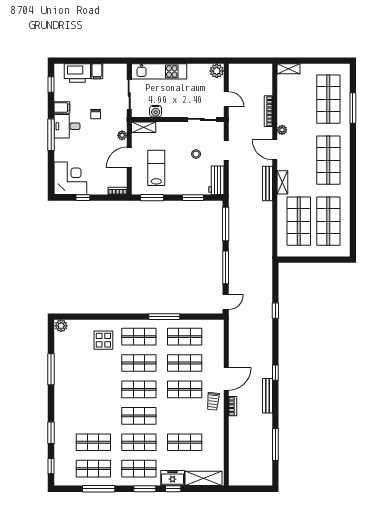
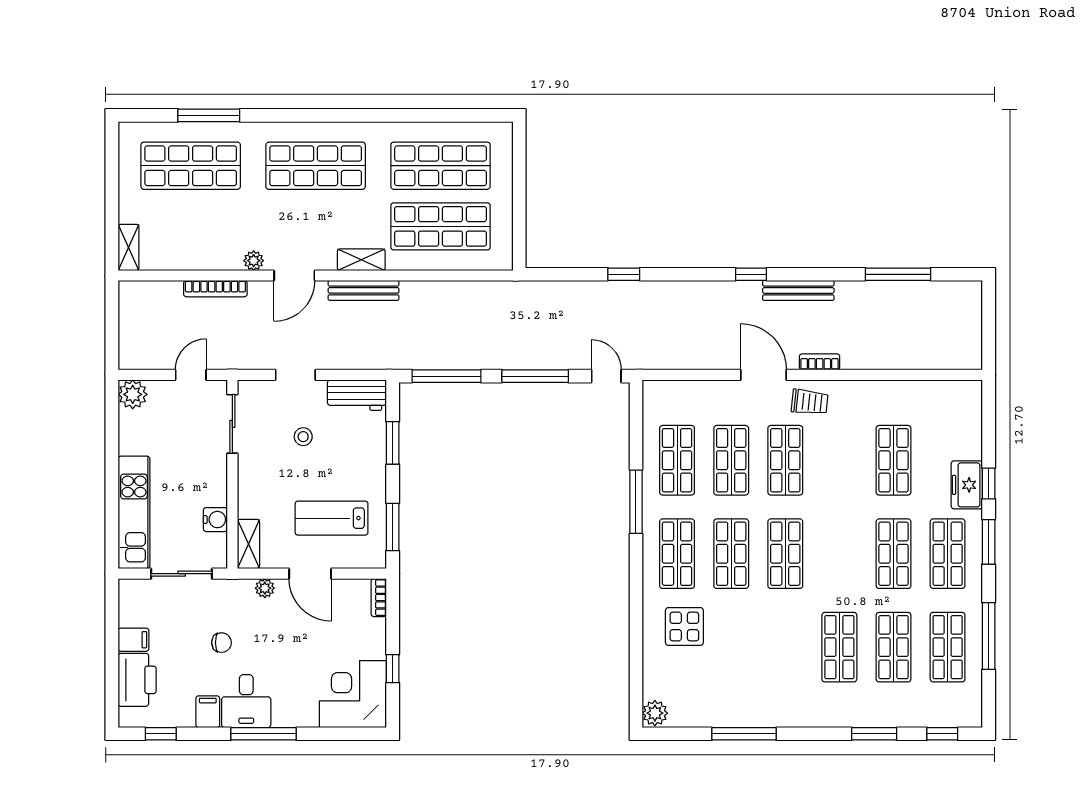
shop shelf: (139, 416) -> (839, 647), moved
shelving: (204, 478) -> (967, 421), removed

